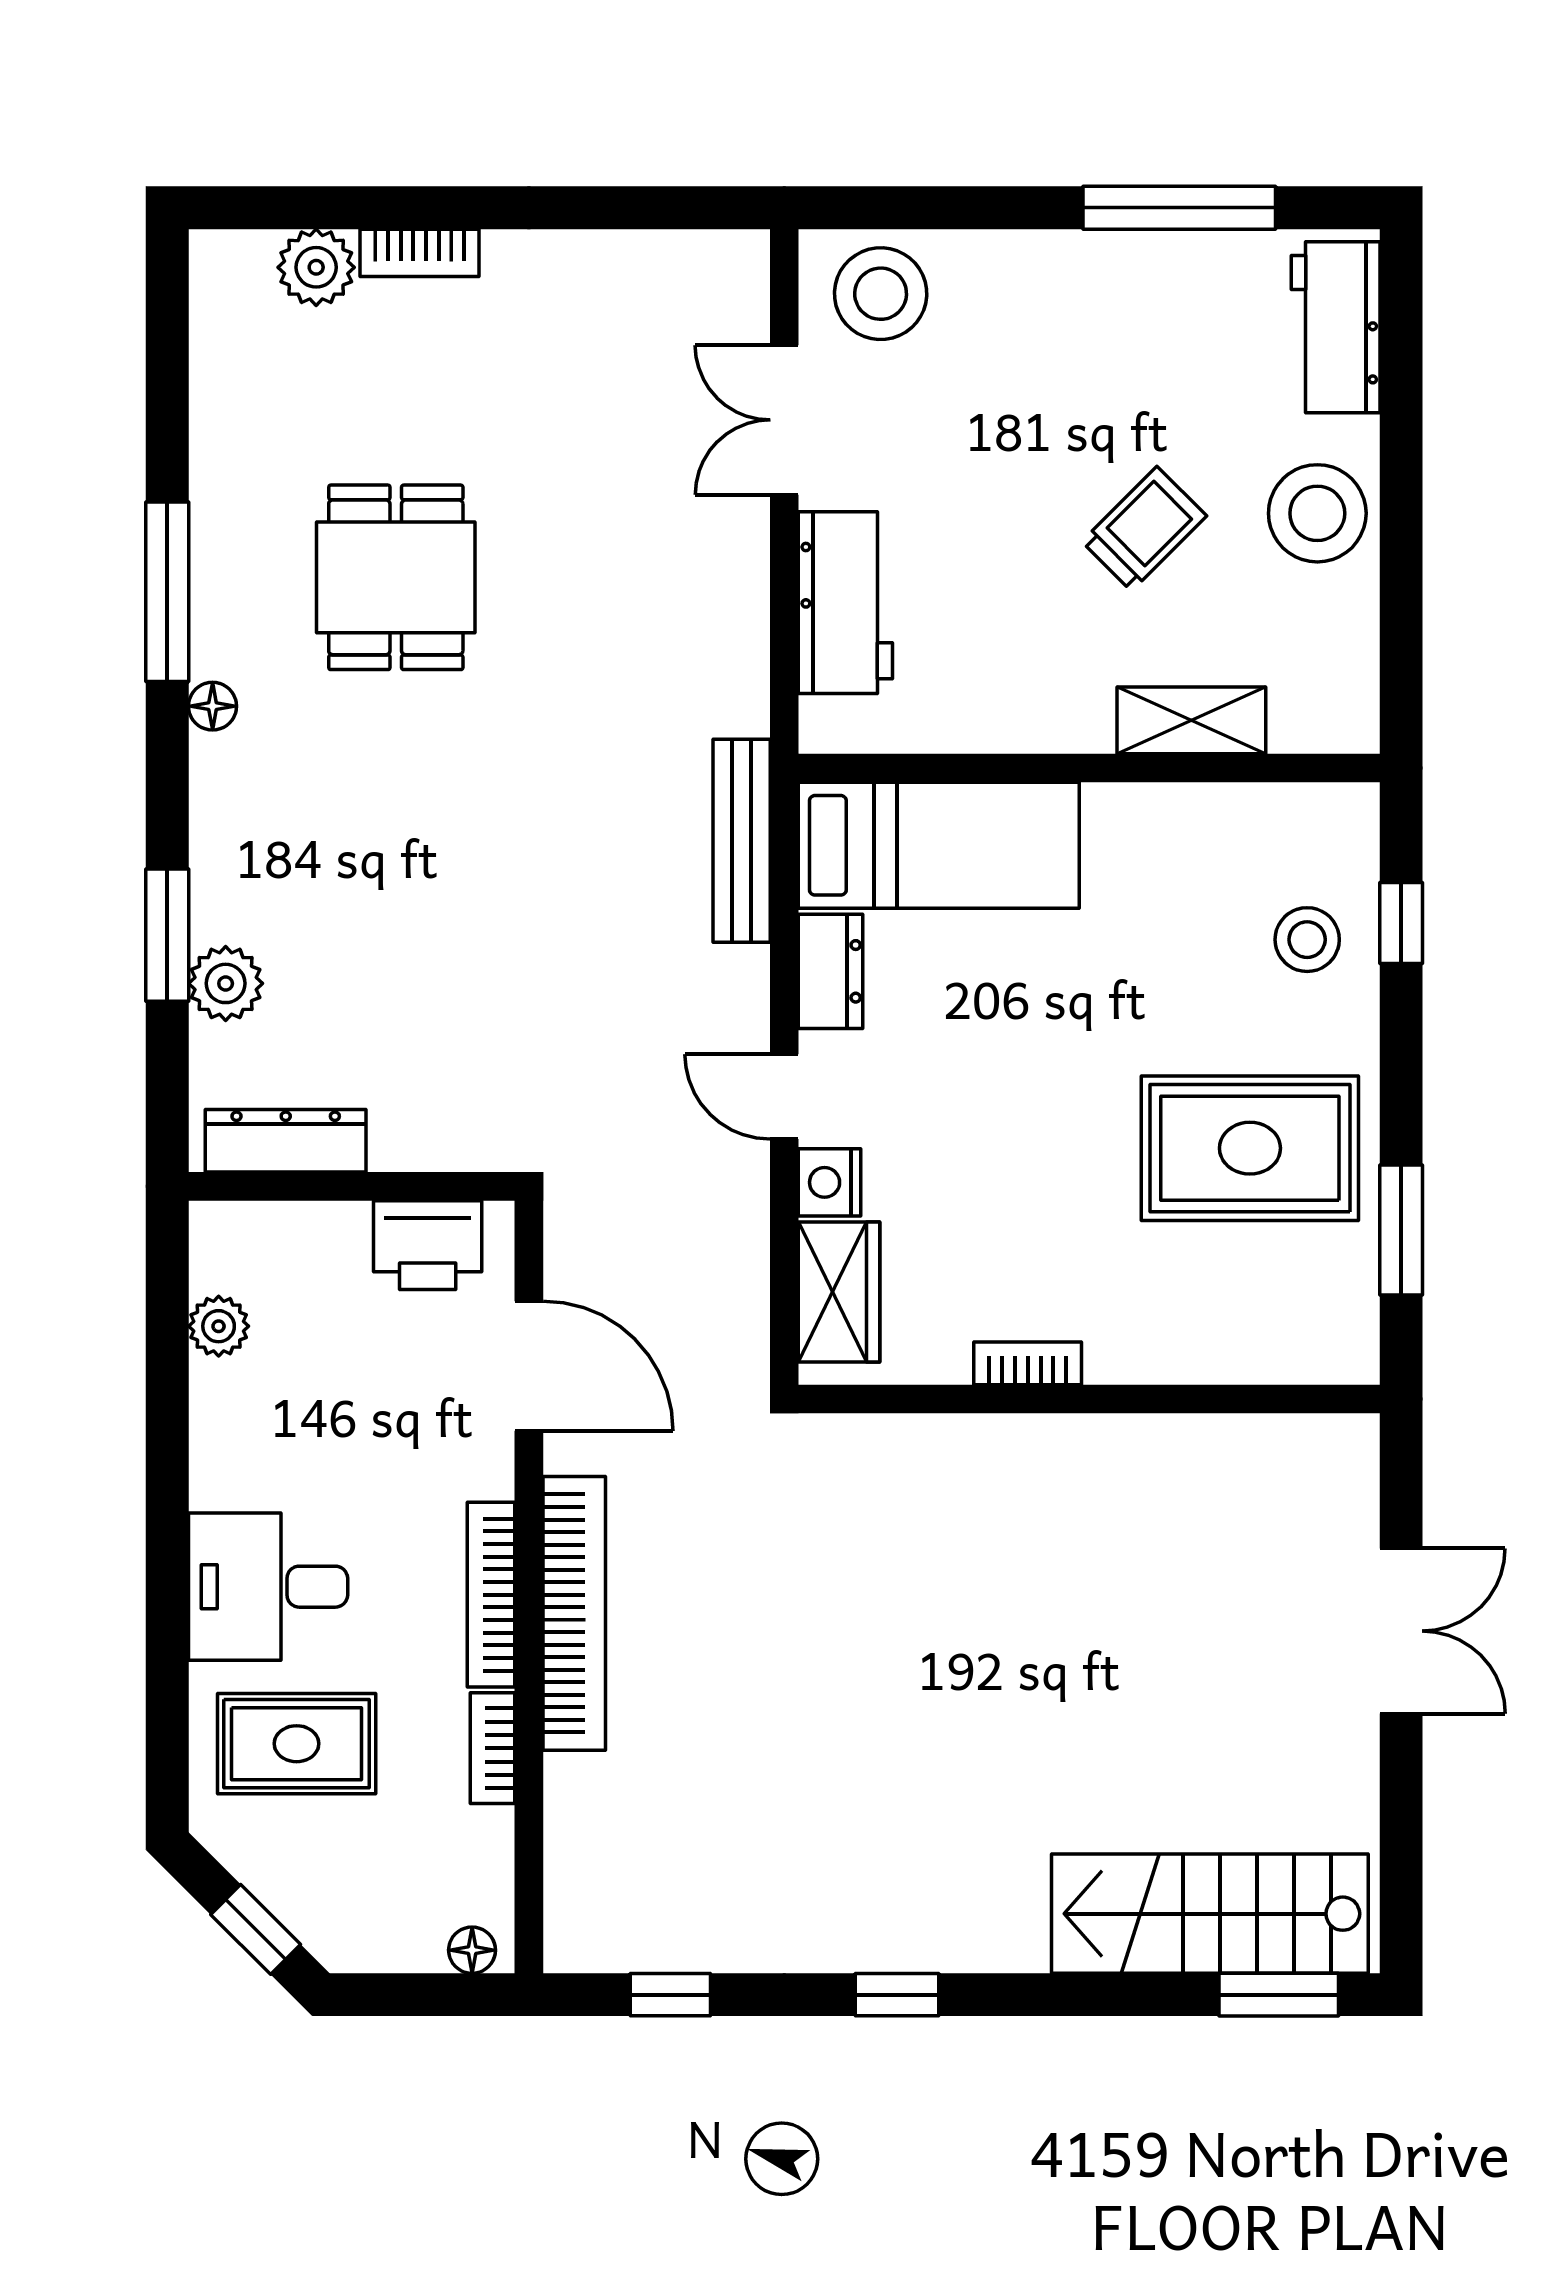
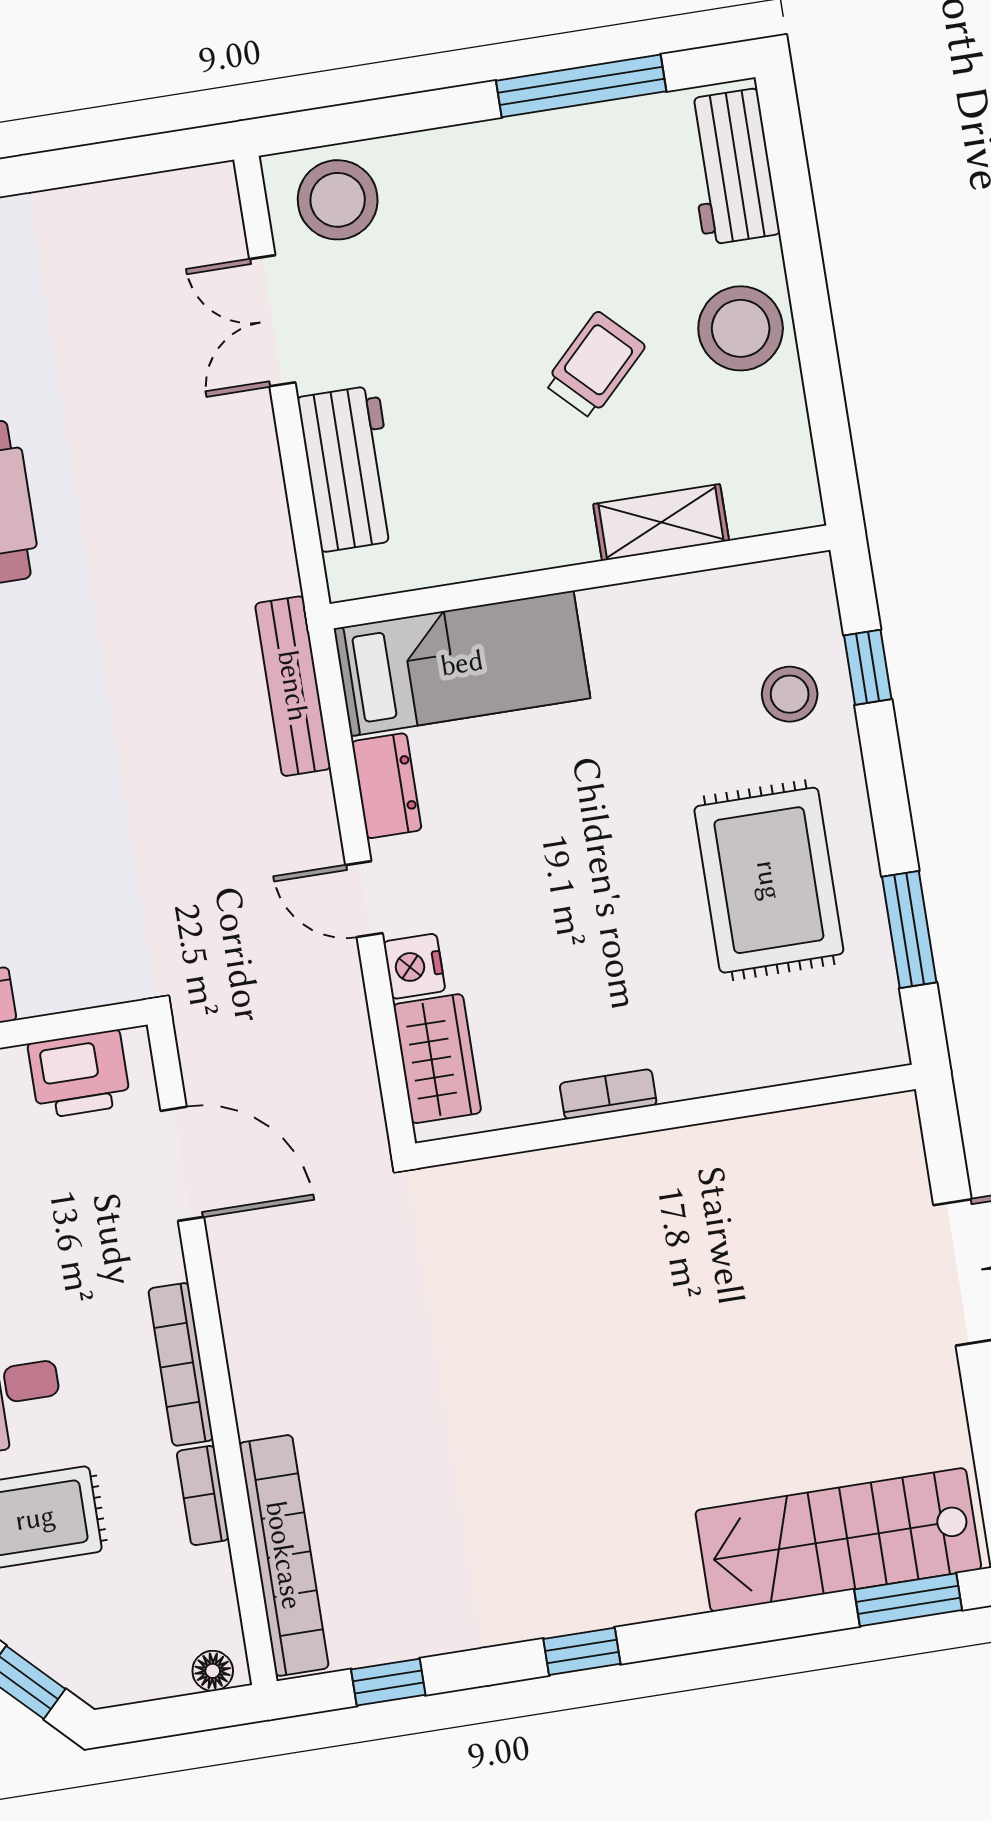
rug: (1250, 1148) -> (769, 880), turned 90
bookcase: (574, 1613) -> (284, 1555), moved

